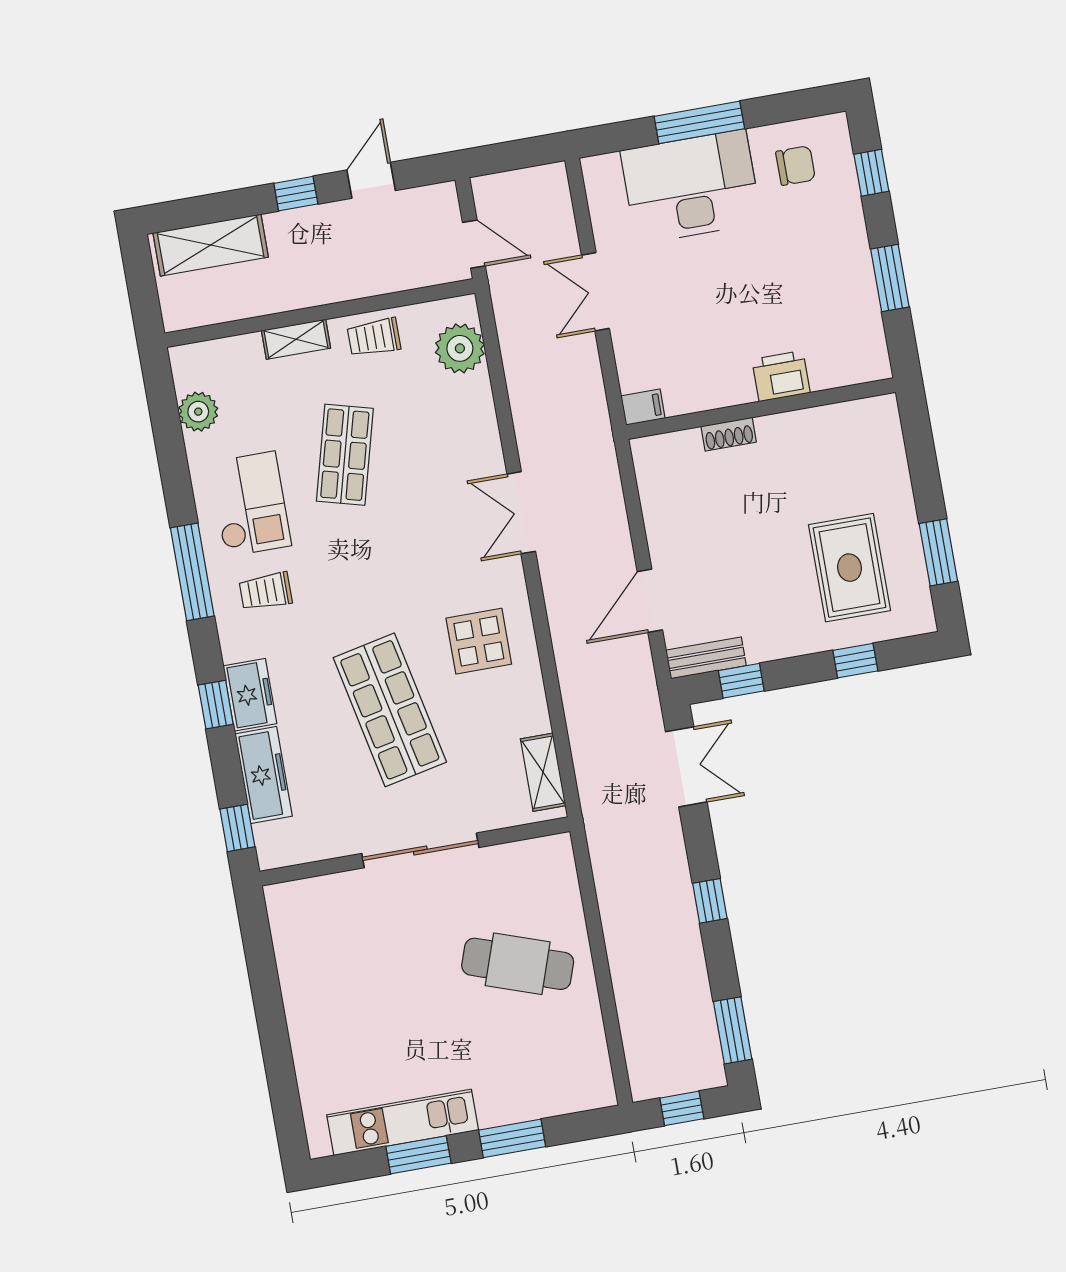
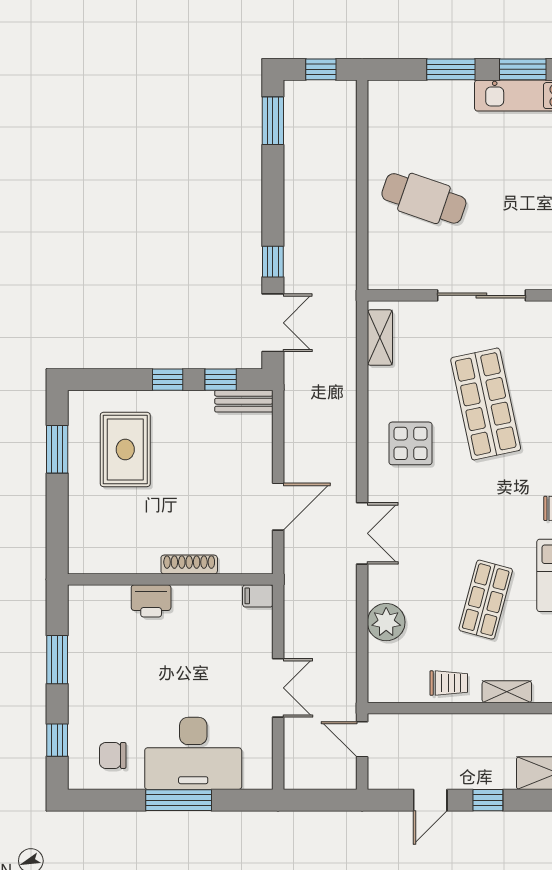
plant: (460, 348) -> (386, 622), moved
shoe rack: (729, 434) -> (189, 565), width x1.43
door: (650, 601) -> (278, 507), moved
window: (855, 661) -> (168, 380), moved
double door: (686, 767) -> (273, 323), swing flipped
window: (710, 901) -> (273, 262), moved

